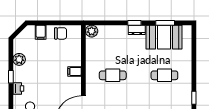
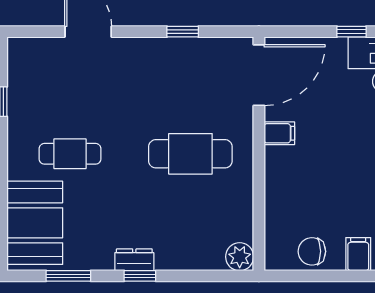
booth: (164, 37) -> (35, 223), moved, turned 90
filing cabinet: (75, 71) -> (279, 133), moved
cafe table: (113, 75) -> (190, 154), width x1.37, depth x1.35

